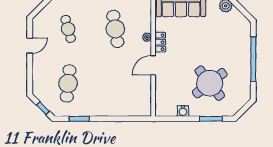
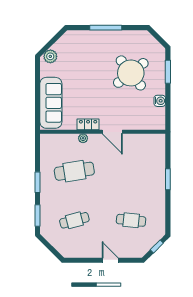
door: (30, 46) -> (110, 260), moved
window: (253, 59) -> (106, 28), width x0.68
cafe table: (68, 83) -> (131, 220), width x0.73, depth x0.74
window: (79, 119) -> (168, 179), moved

